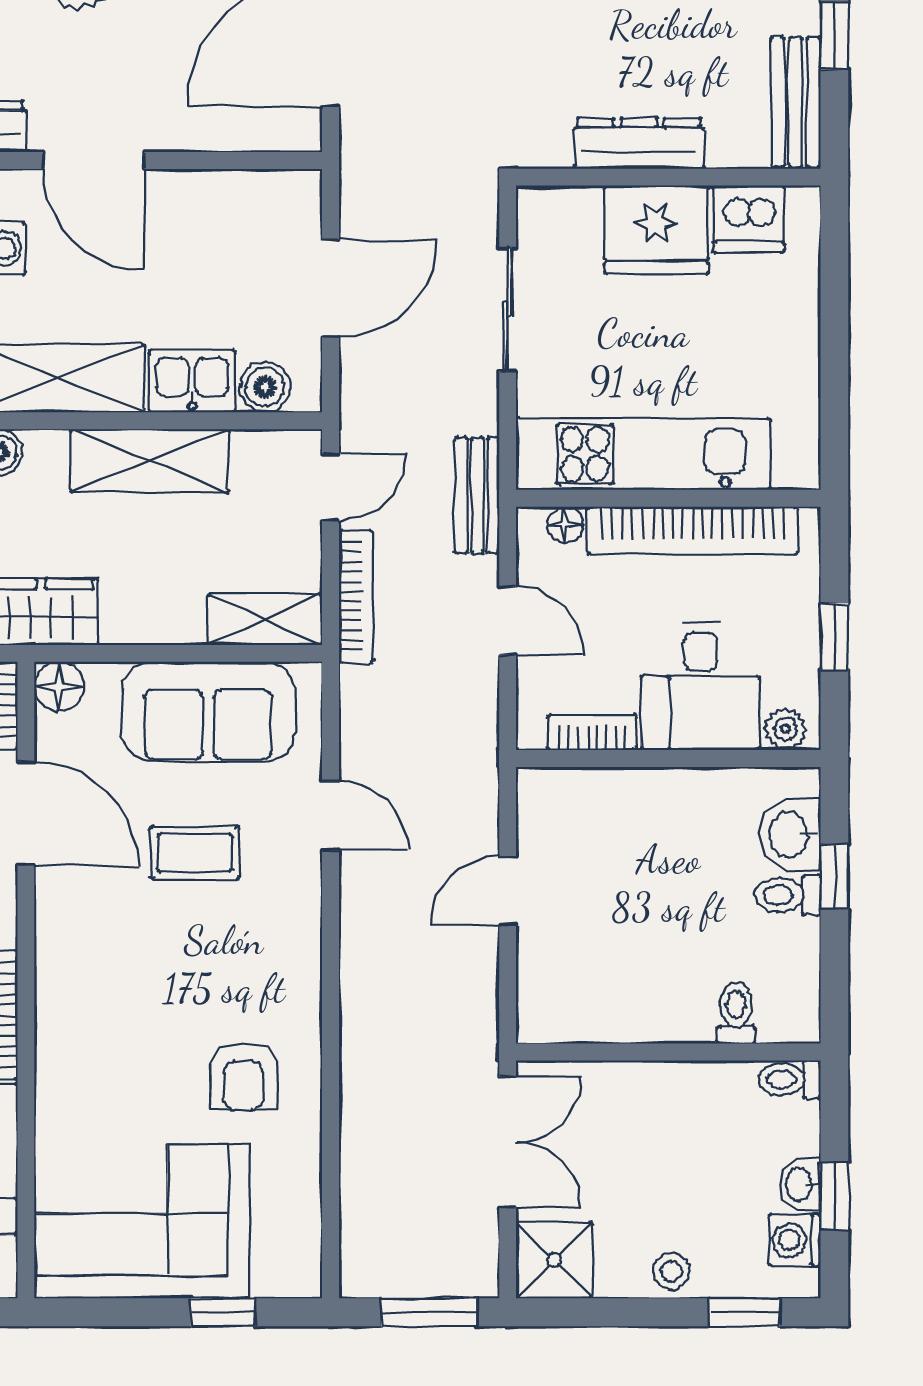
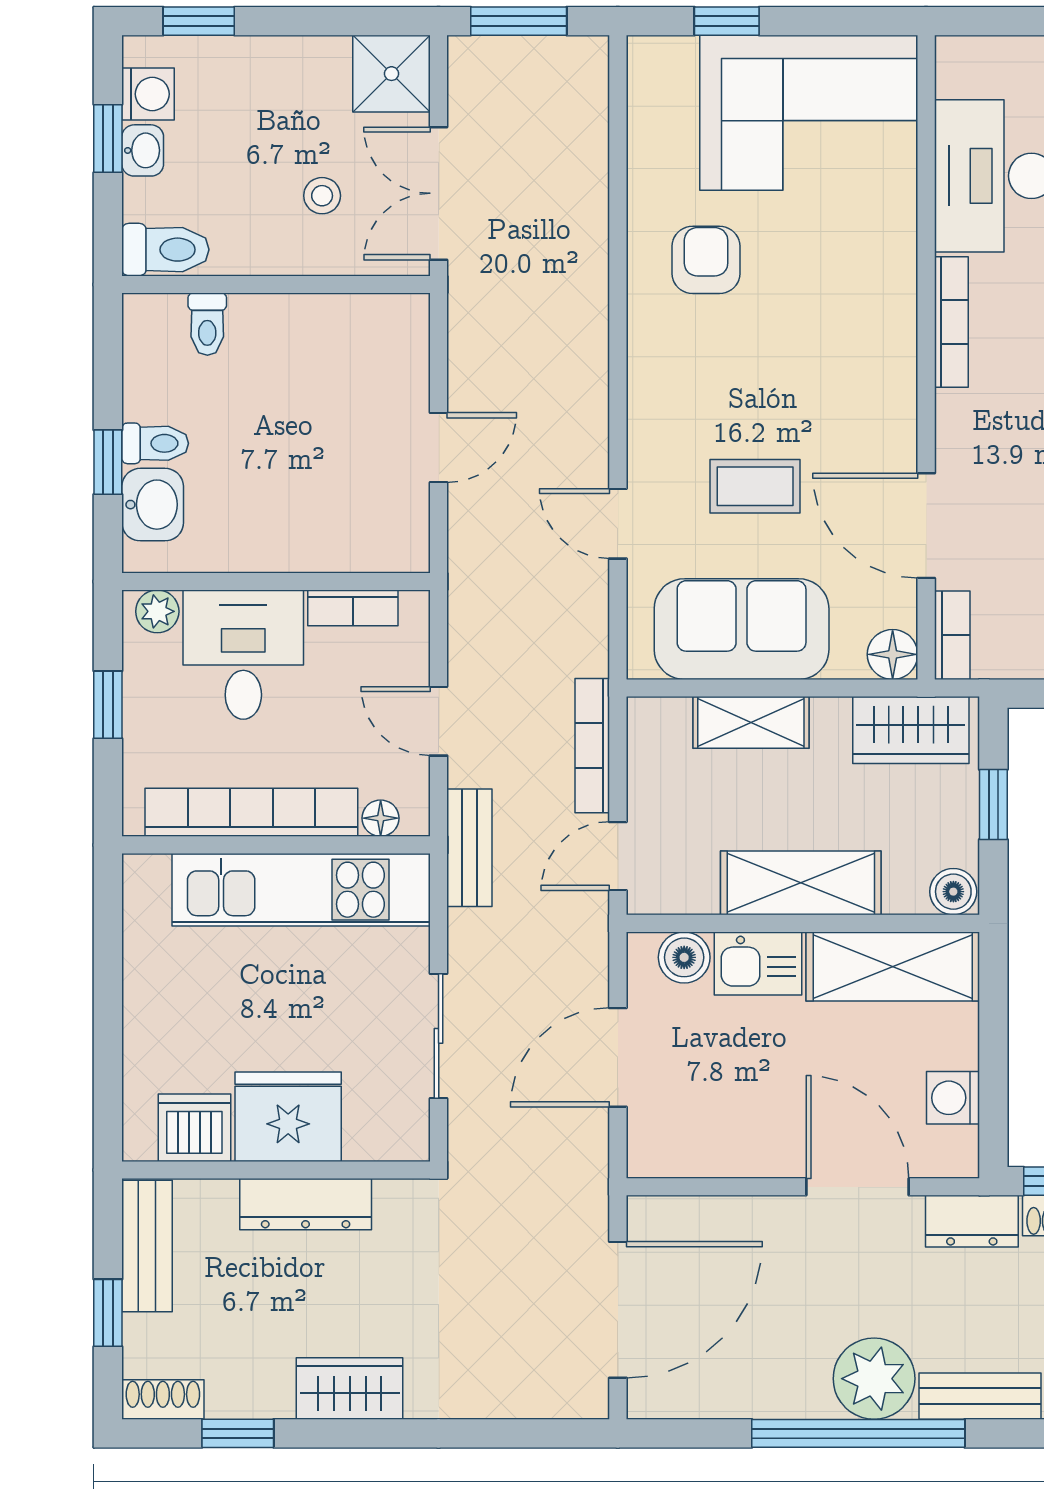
shelving: (265, 619) -> (751, 722), moved
toilet: (790, 1079) -> (165, 250), width x1.37, depth x1.39
stool: (671, 1271) -> (322, 196), moved

